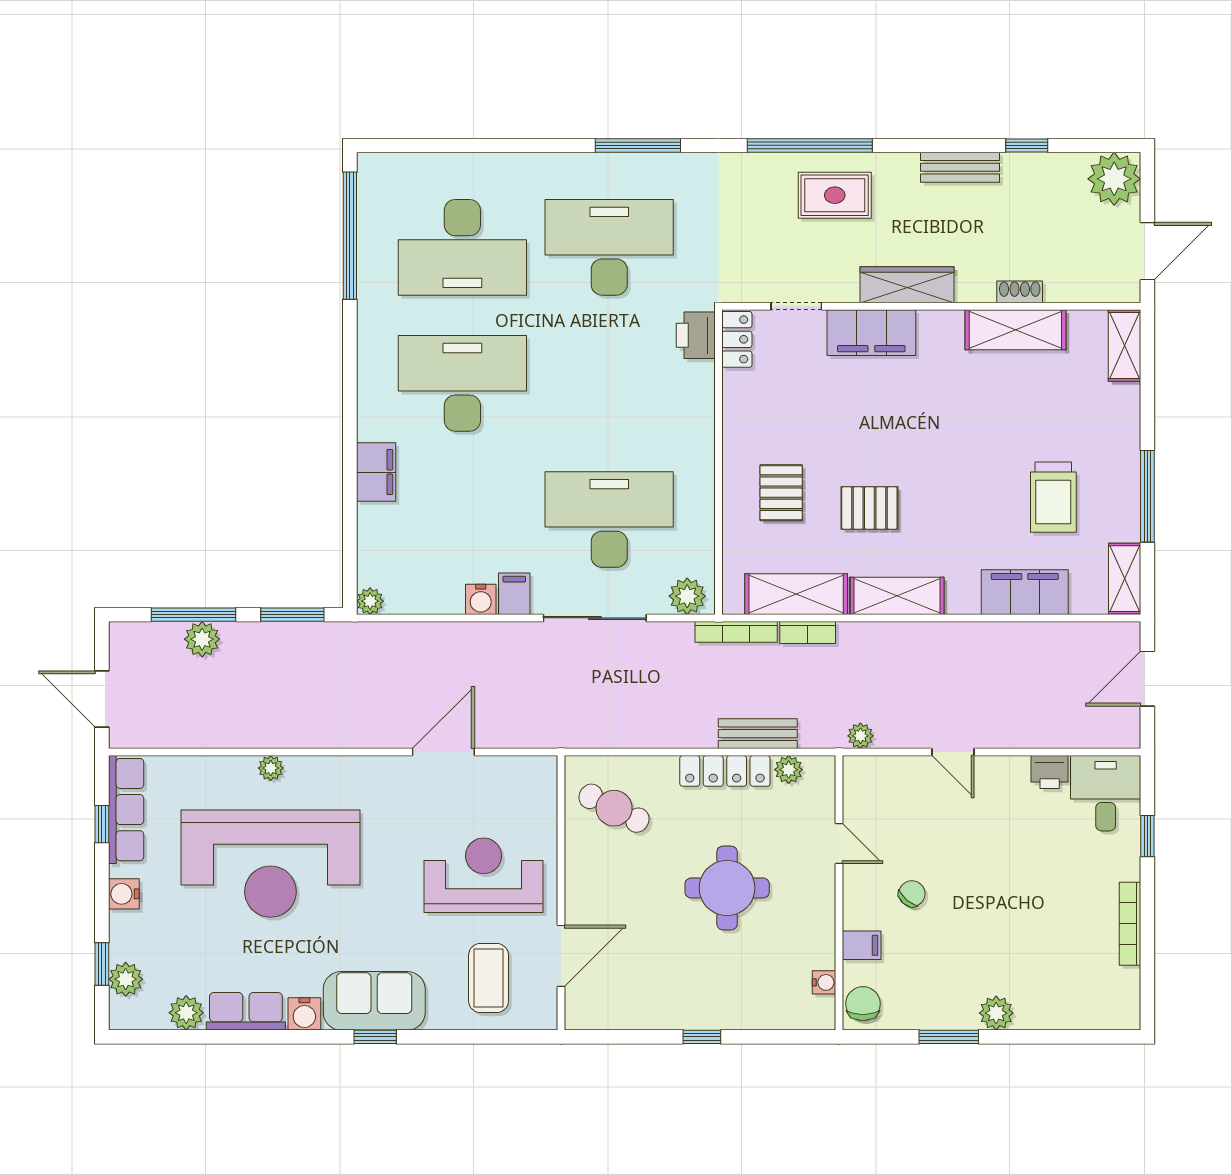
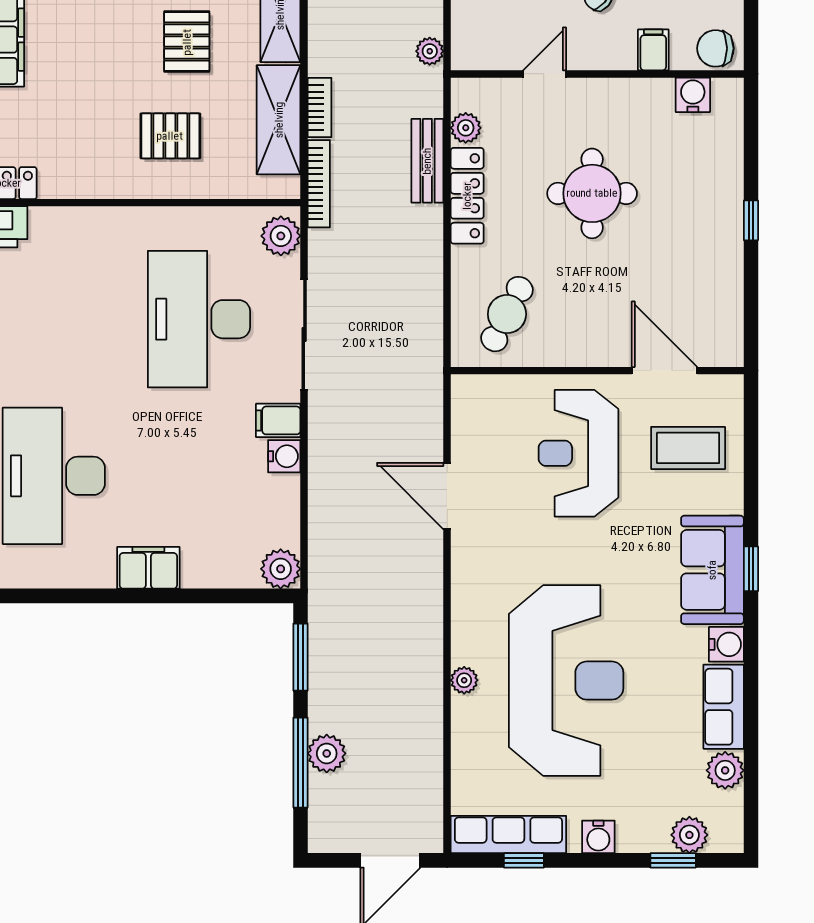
plant: (370, 601) -> (281, 569), width x1.38, depth x1.38
water cooler: (824, 982) -> (693, 95), width x1.38, depth x1.38

